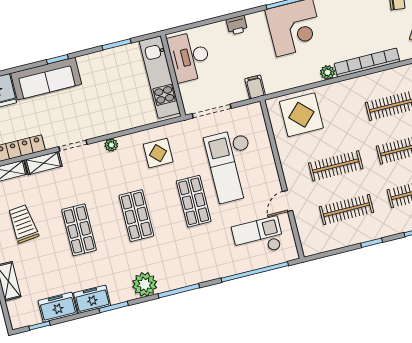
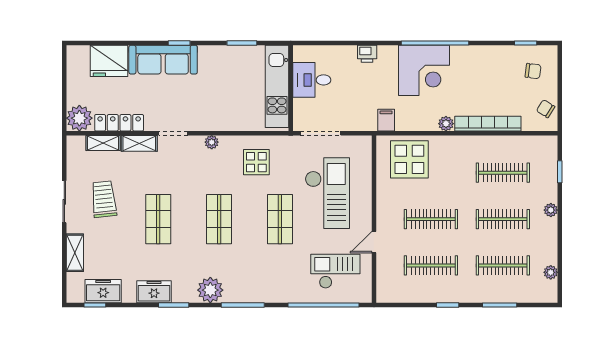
desk: (189, 57) -> (312, 80), width x0.73
filing cabinet: (255, 87) -> (386, 120), moved
checkout: (232, 166) -> (327, 193), turned 180
freezer: (58, 307) -> (103, 291), moved

